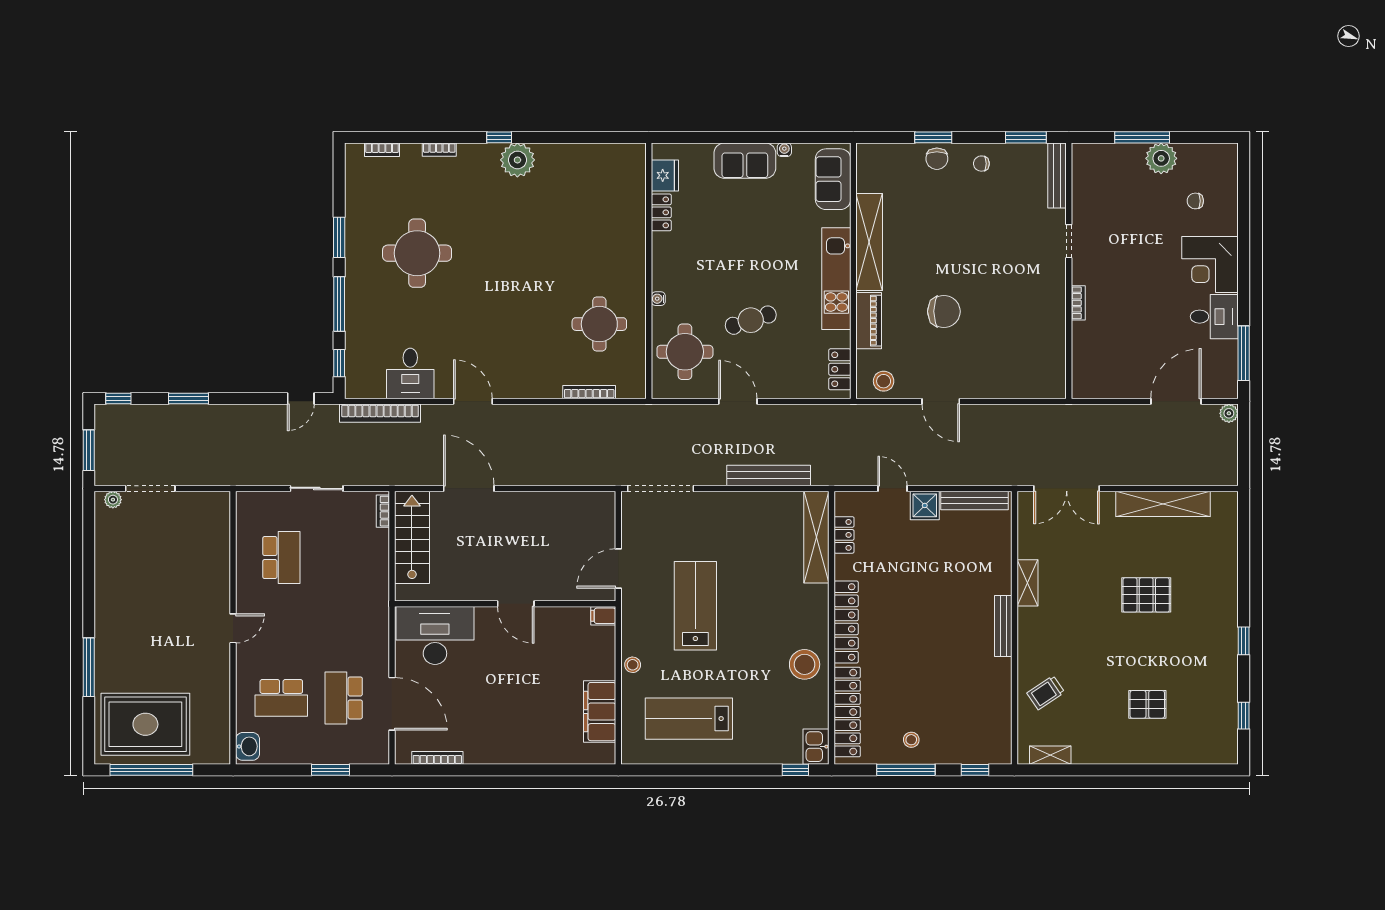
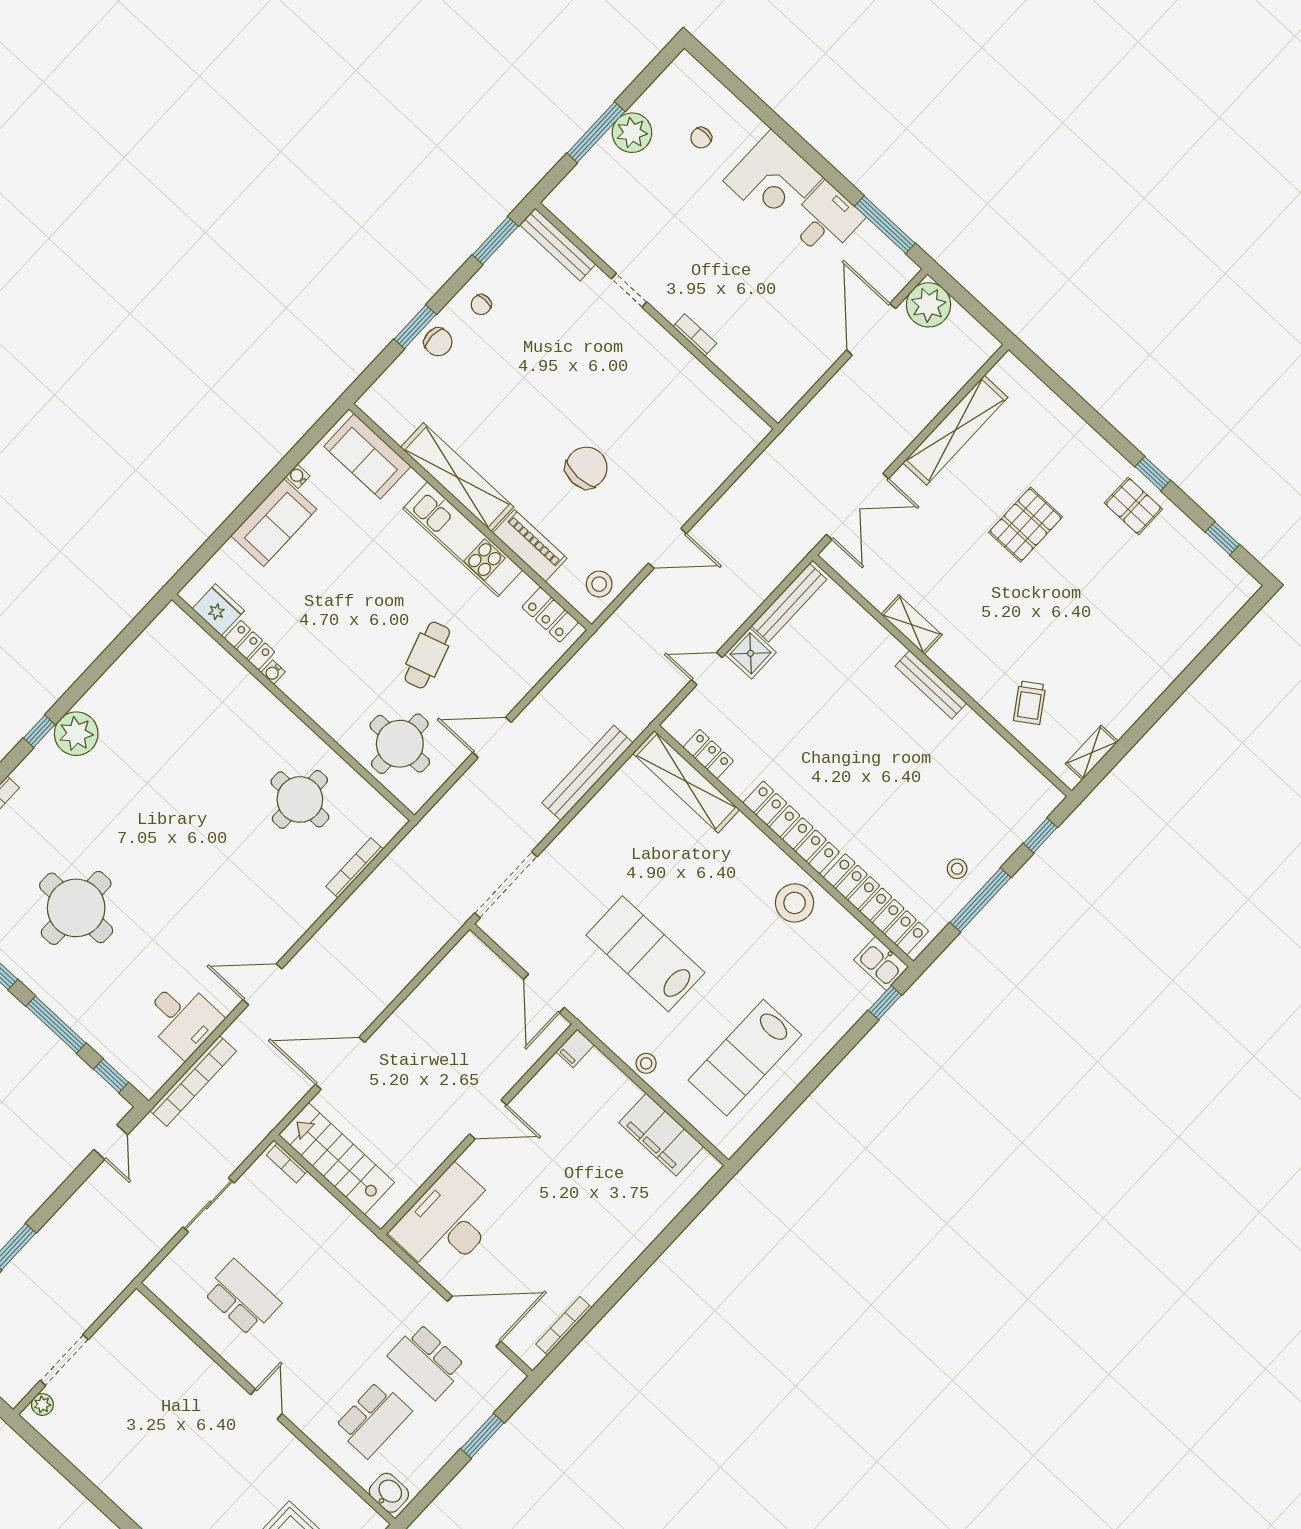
water cooler: (658, 299) -> (273, 672), moved
plant: (1229, 413) -> (929, 305), width x1.88, depth x1.88
pallet: (1147, 704) -> (1133, 506), moved, turned 90

